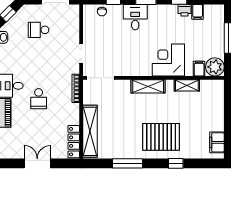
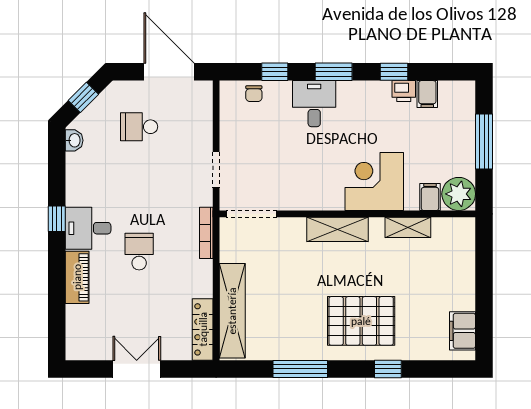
school desk: (39, 99) -> (139, 252), turned 180

